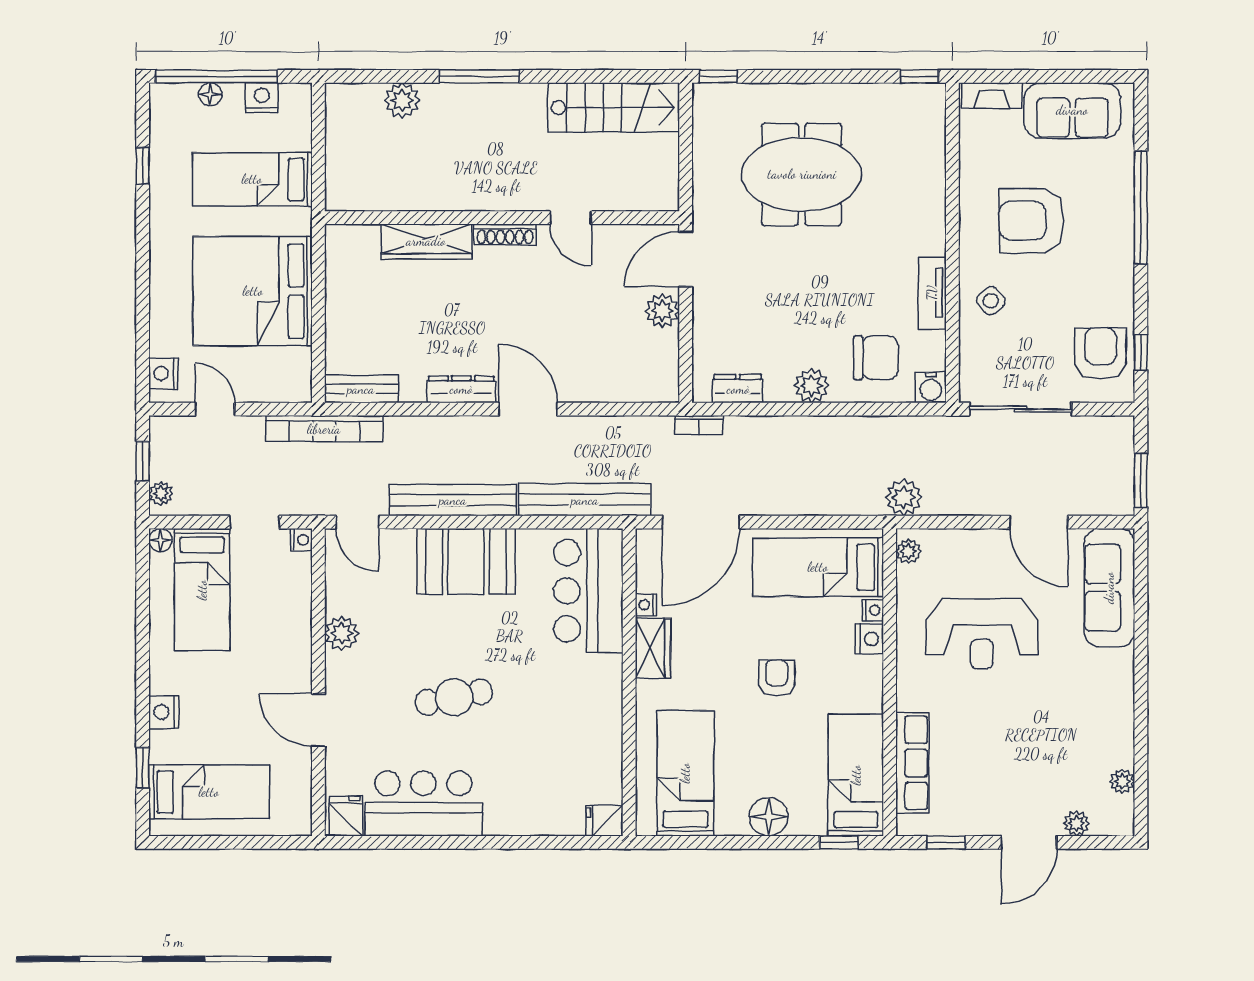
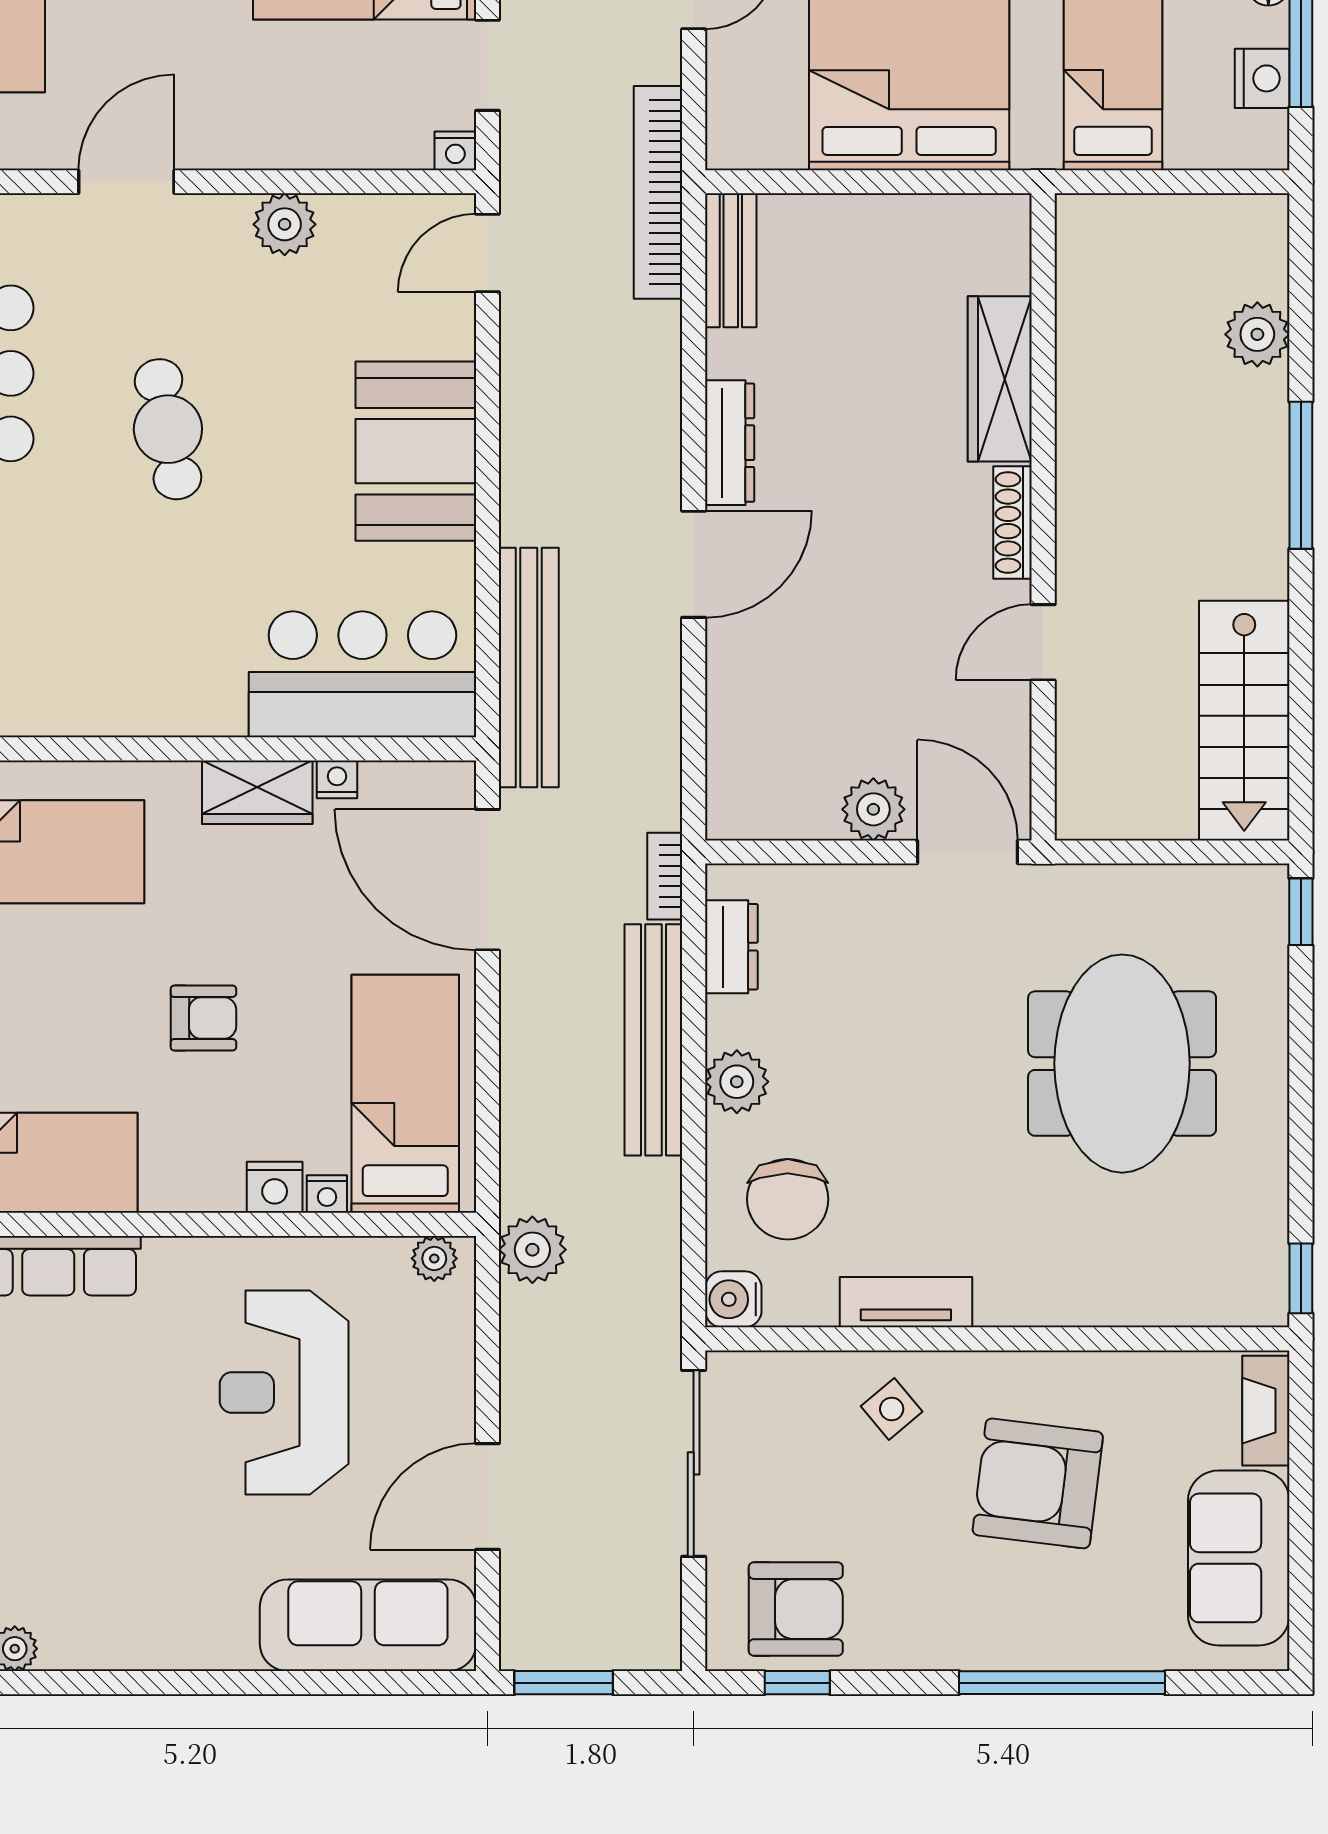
armchair: (1032, 221) -> (1038, 1483), turned -83
bench: (453, 500) -> (653, 1040), moved

